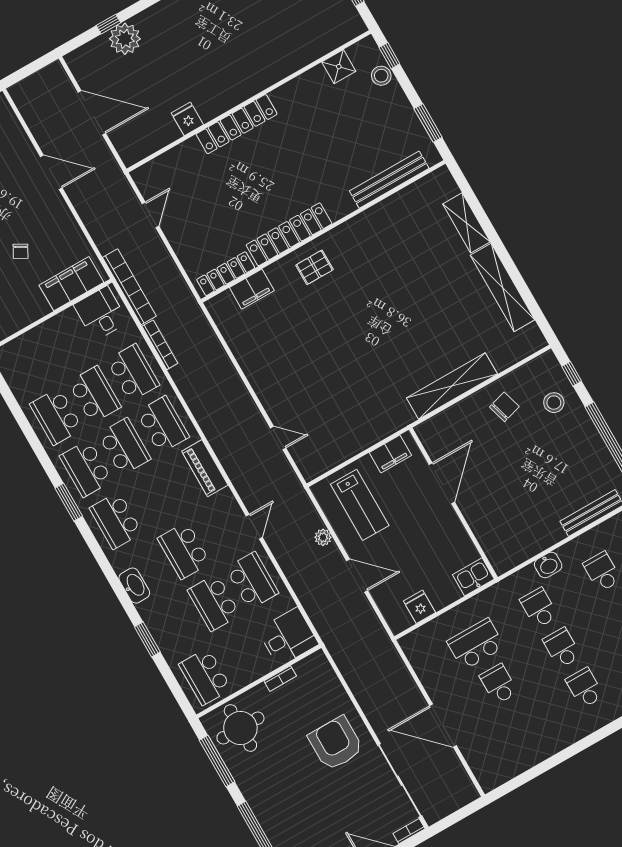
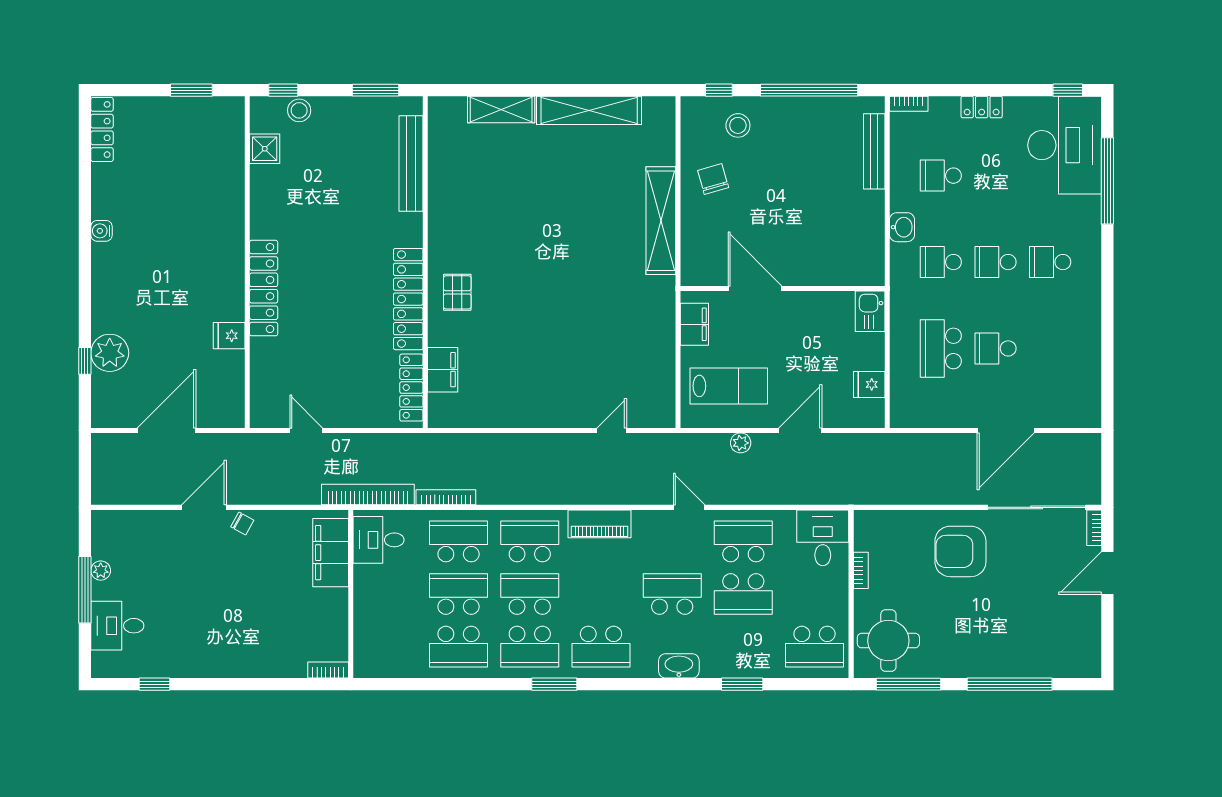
chair: (21, 251) -> (242, 524), moved
school desk: (184, 551) -> (672, 594), turned 180

